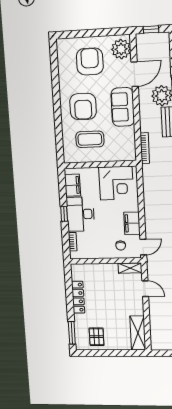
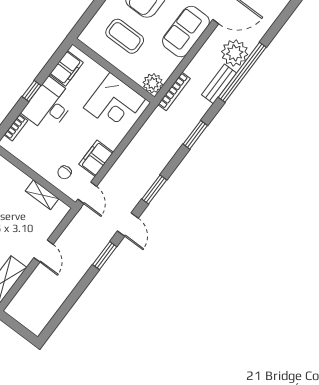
plant: (129, 153) -> (153, 83), added
door: (143, 247) -> (87, 193), hinge flipped
shelving: (130, 268) -> (42, 195), moved
door: (145, 289) -> (44, 251), moved

